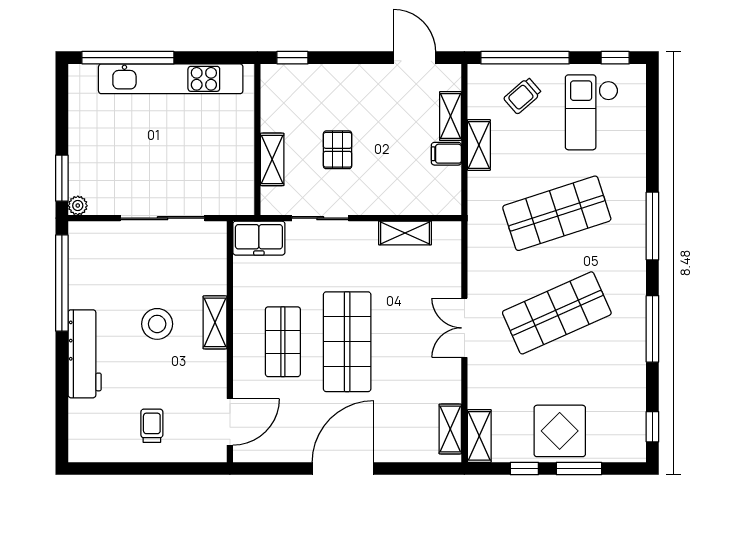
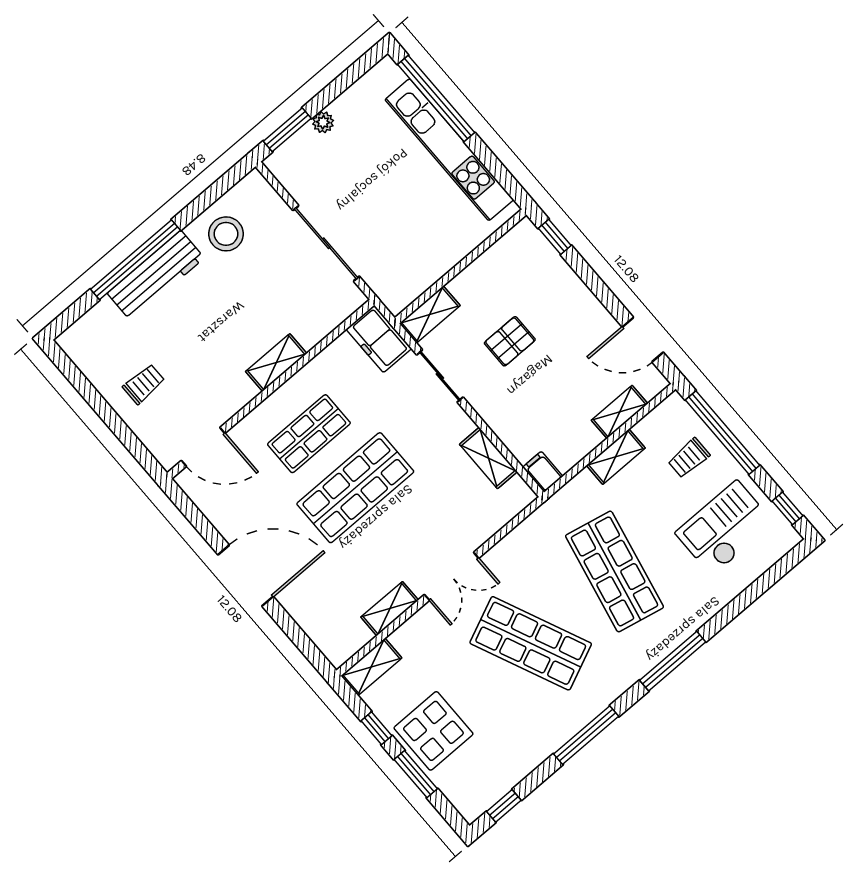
door: (414, 58) -> (643, 340), swing flipped
trolley: (523, 96) -> (689, 458), turned -49
filing cabinet: (446, 154) -> (543, 472), moved
shelving: (272, 159) -> (430, 314), moved
plant: (78, 206) -> (323, 122), moved
shop shelf: (557, 213) -> (614, 571), turned 30
window: (62, 283) -> (136, 260), moved
stool: (157, 324) -> (226, 234), moved
double door: (464, 328) -> (452, 576), swing flipped
shelving: (450, 429) -> (390, 609), moved

